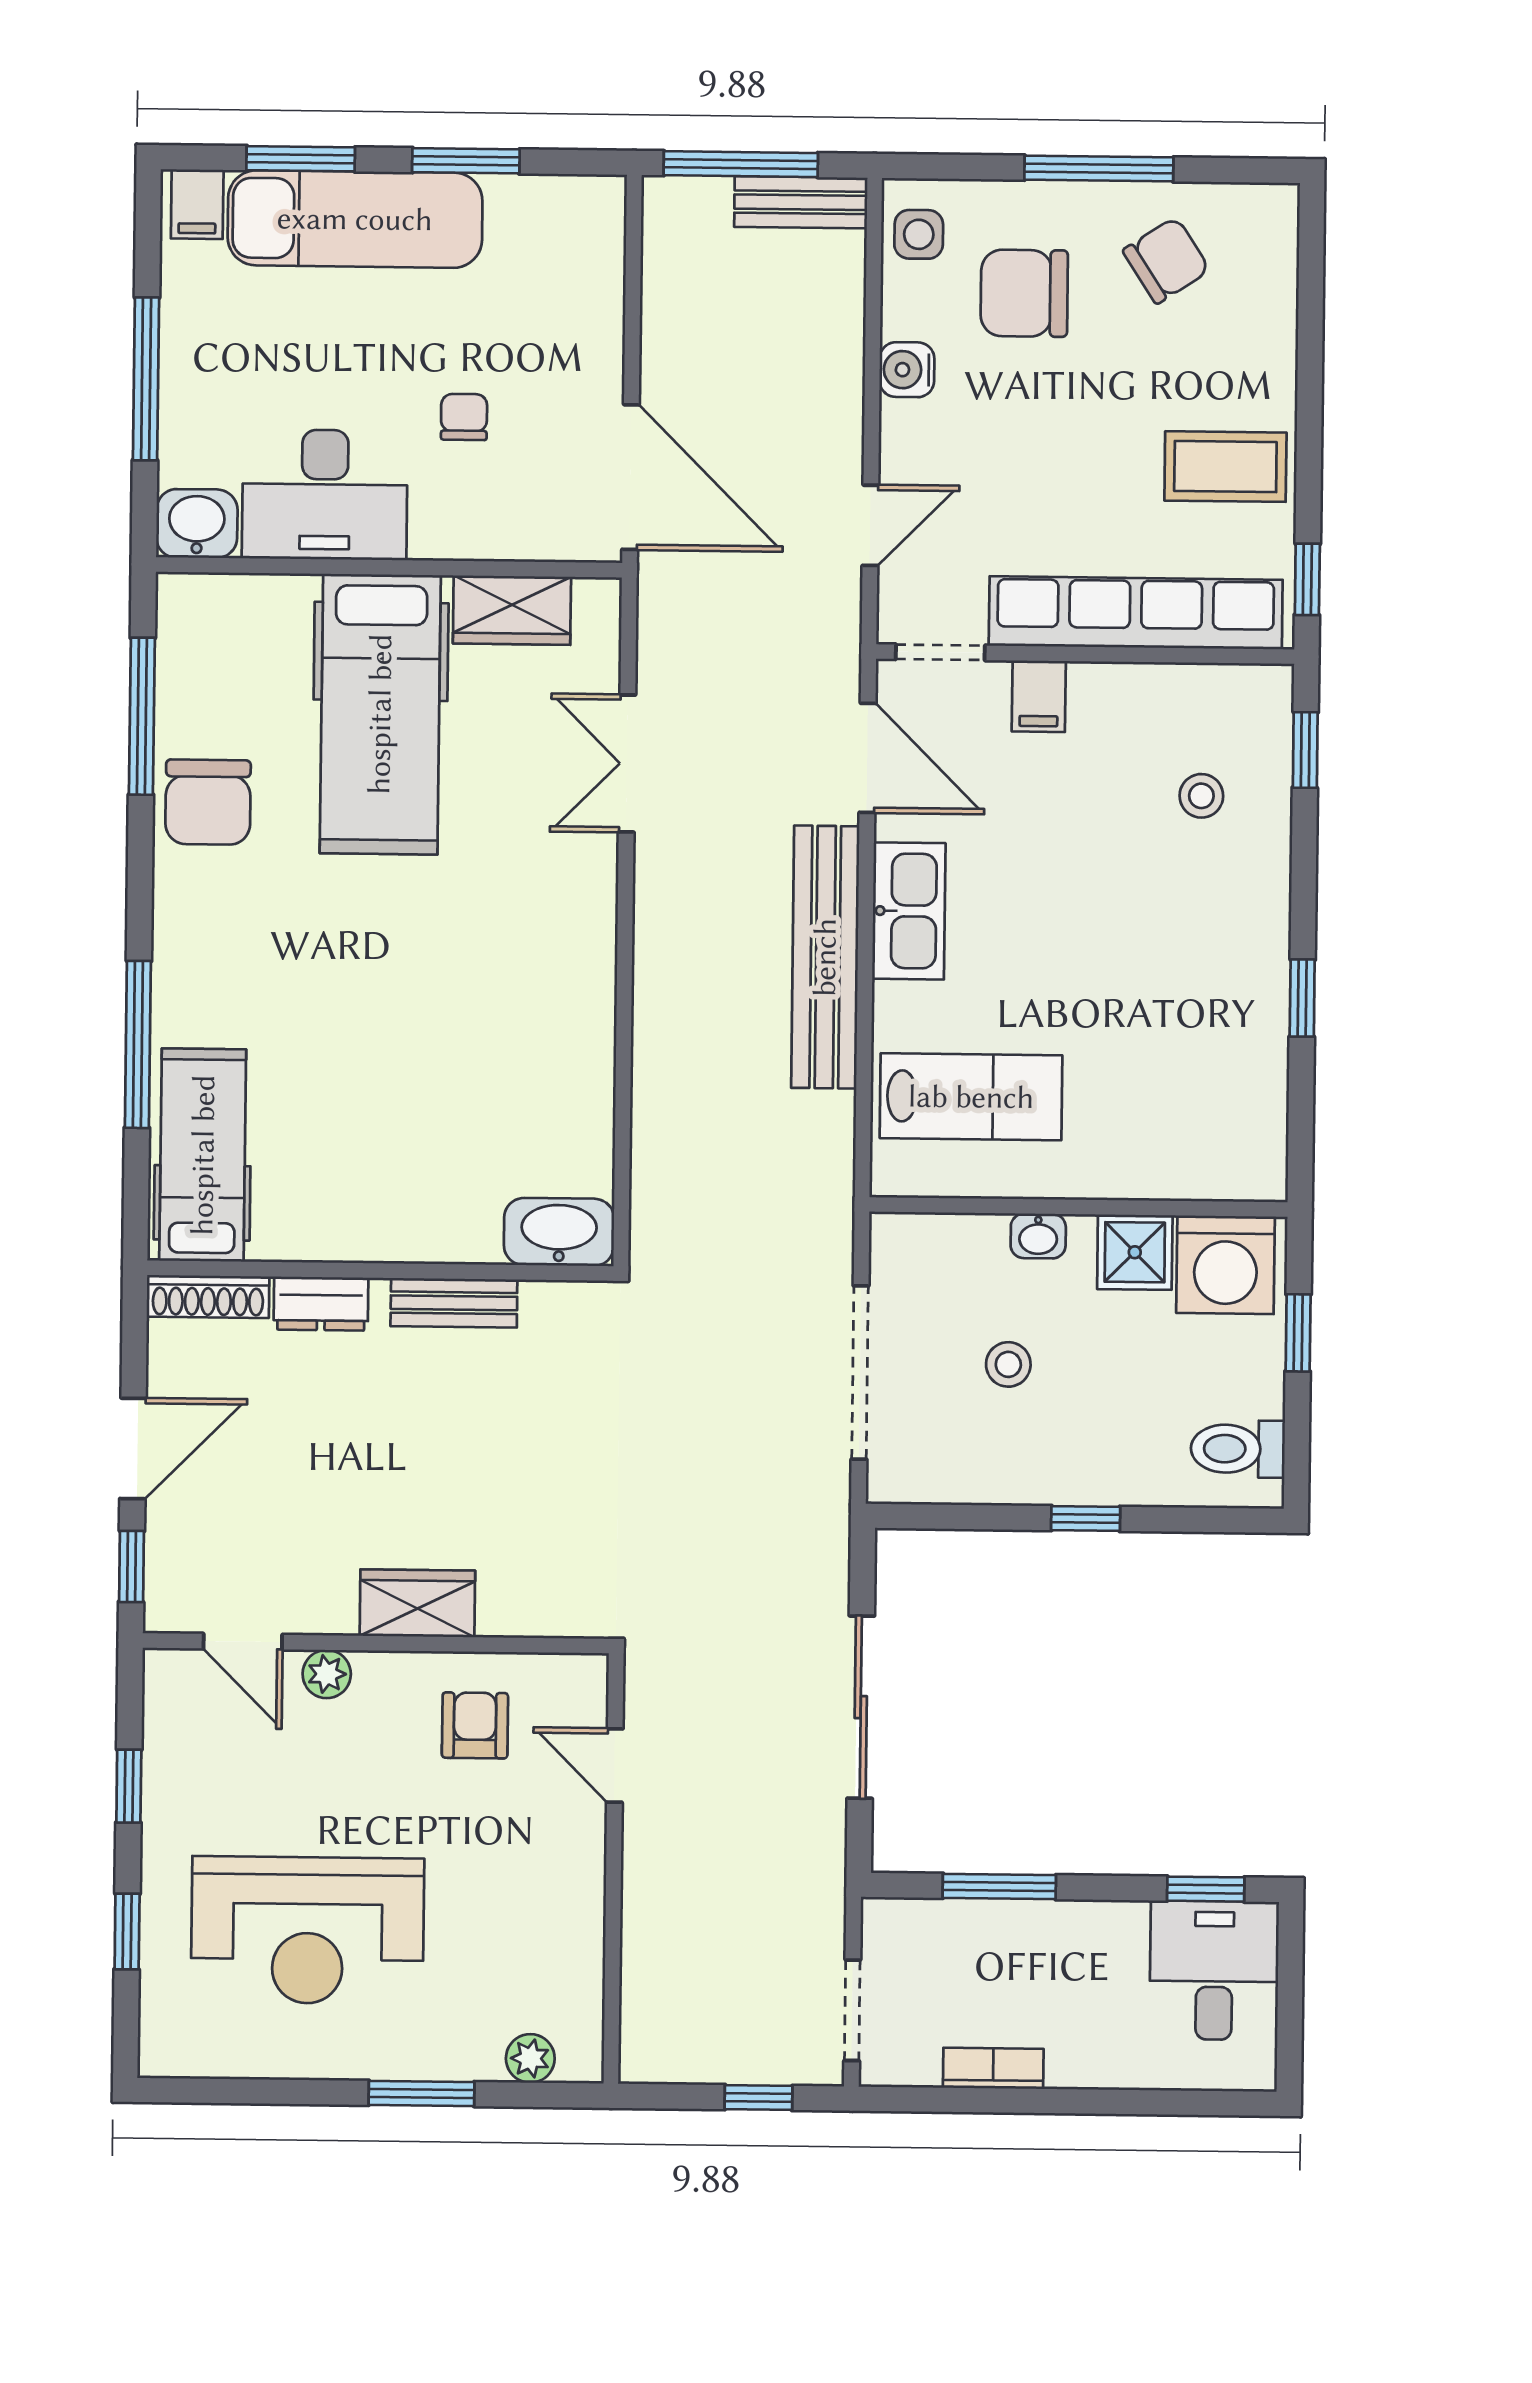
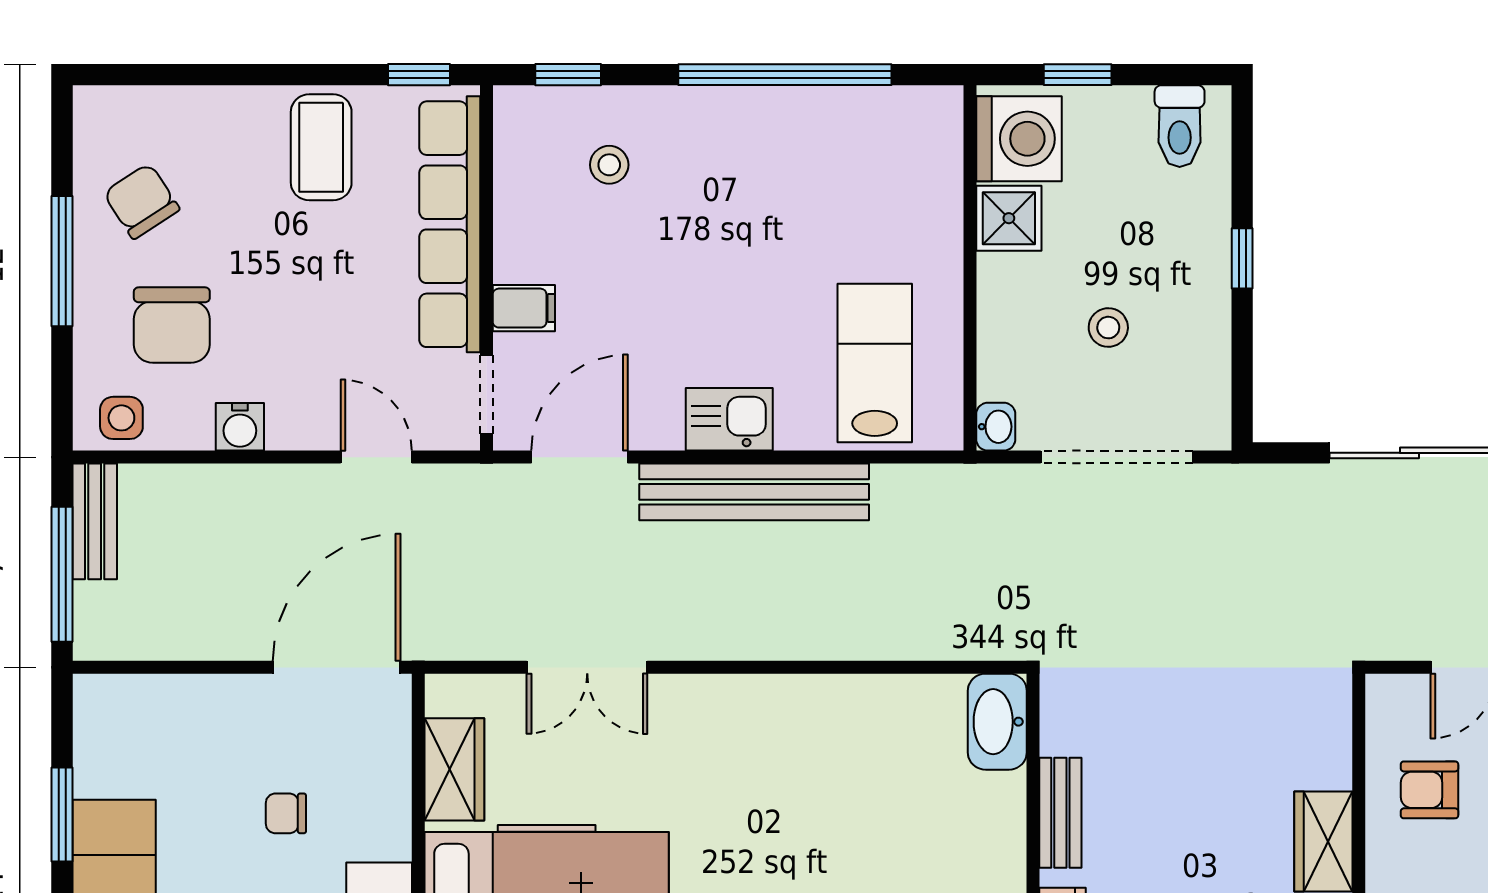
kitchen sink: (909, 911) -> (729, 419), width x0.73
window: (1302, 998) -> (785, 75), width x3.17
washbasin: (1038, 1236) -> (996, 427), moved

